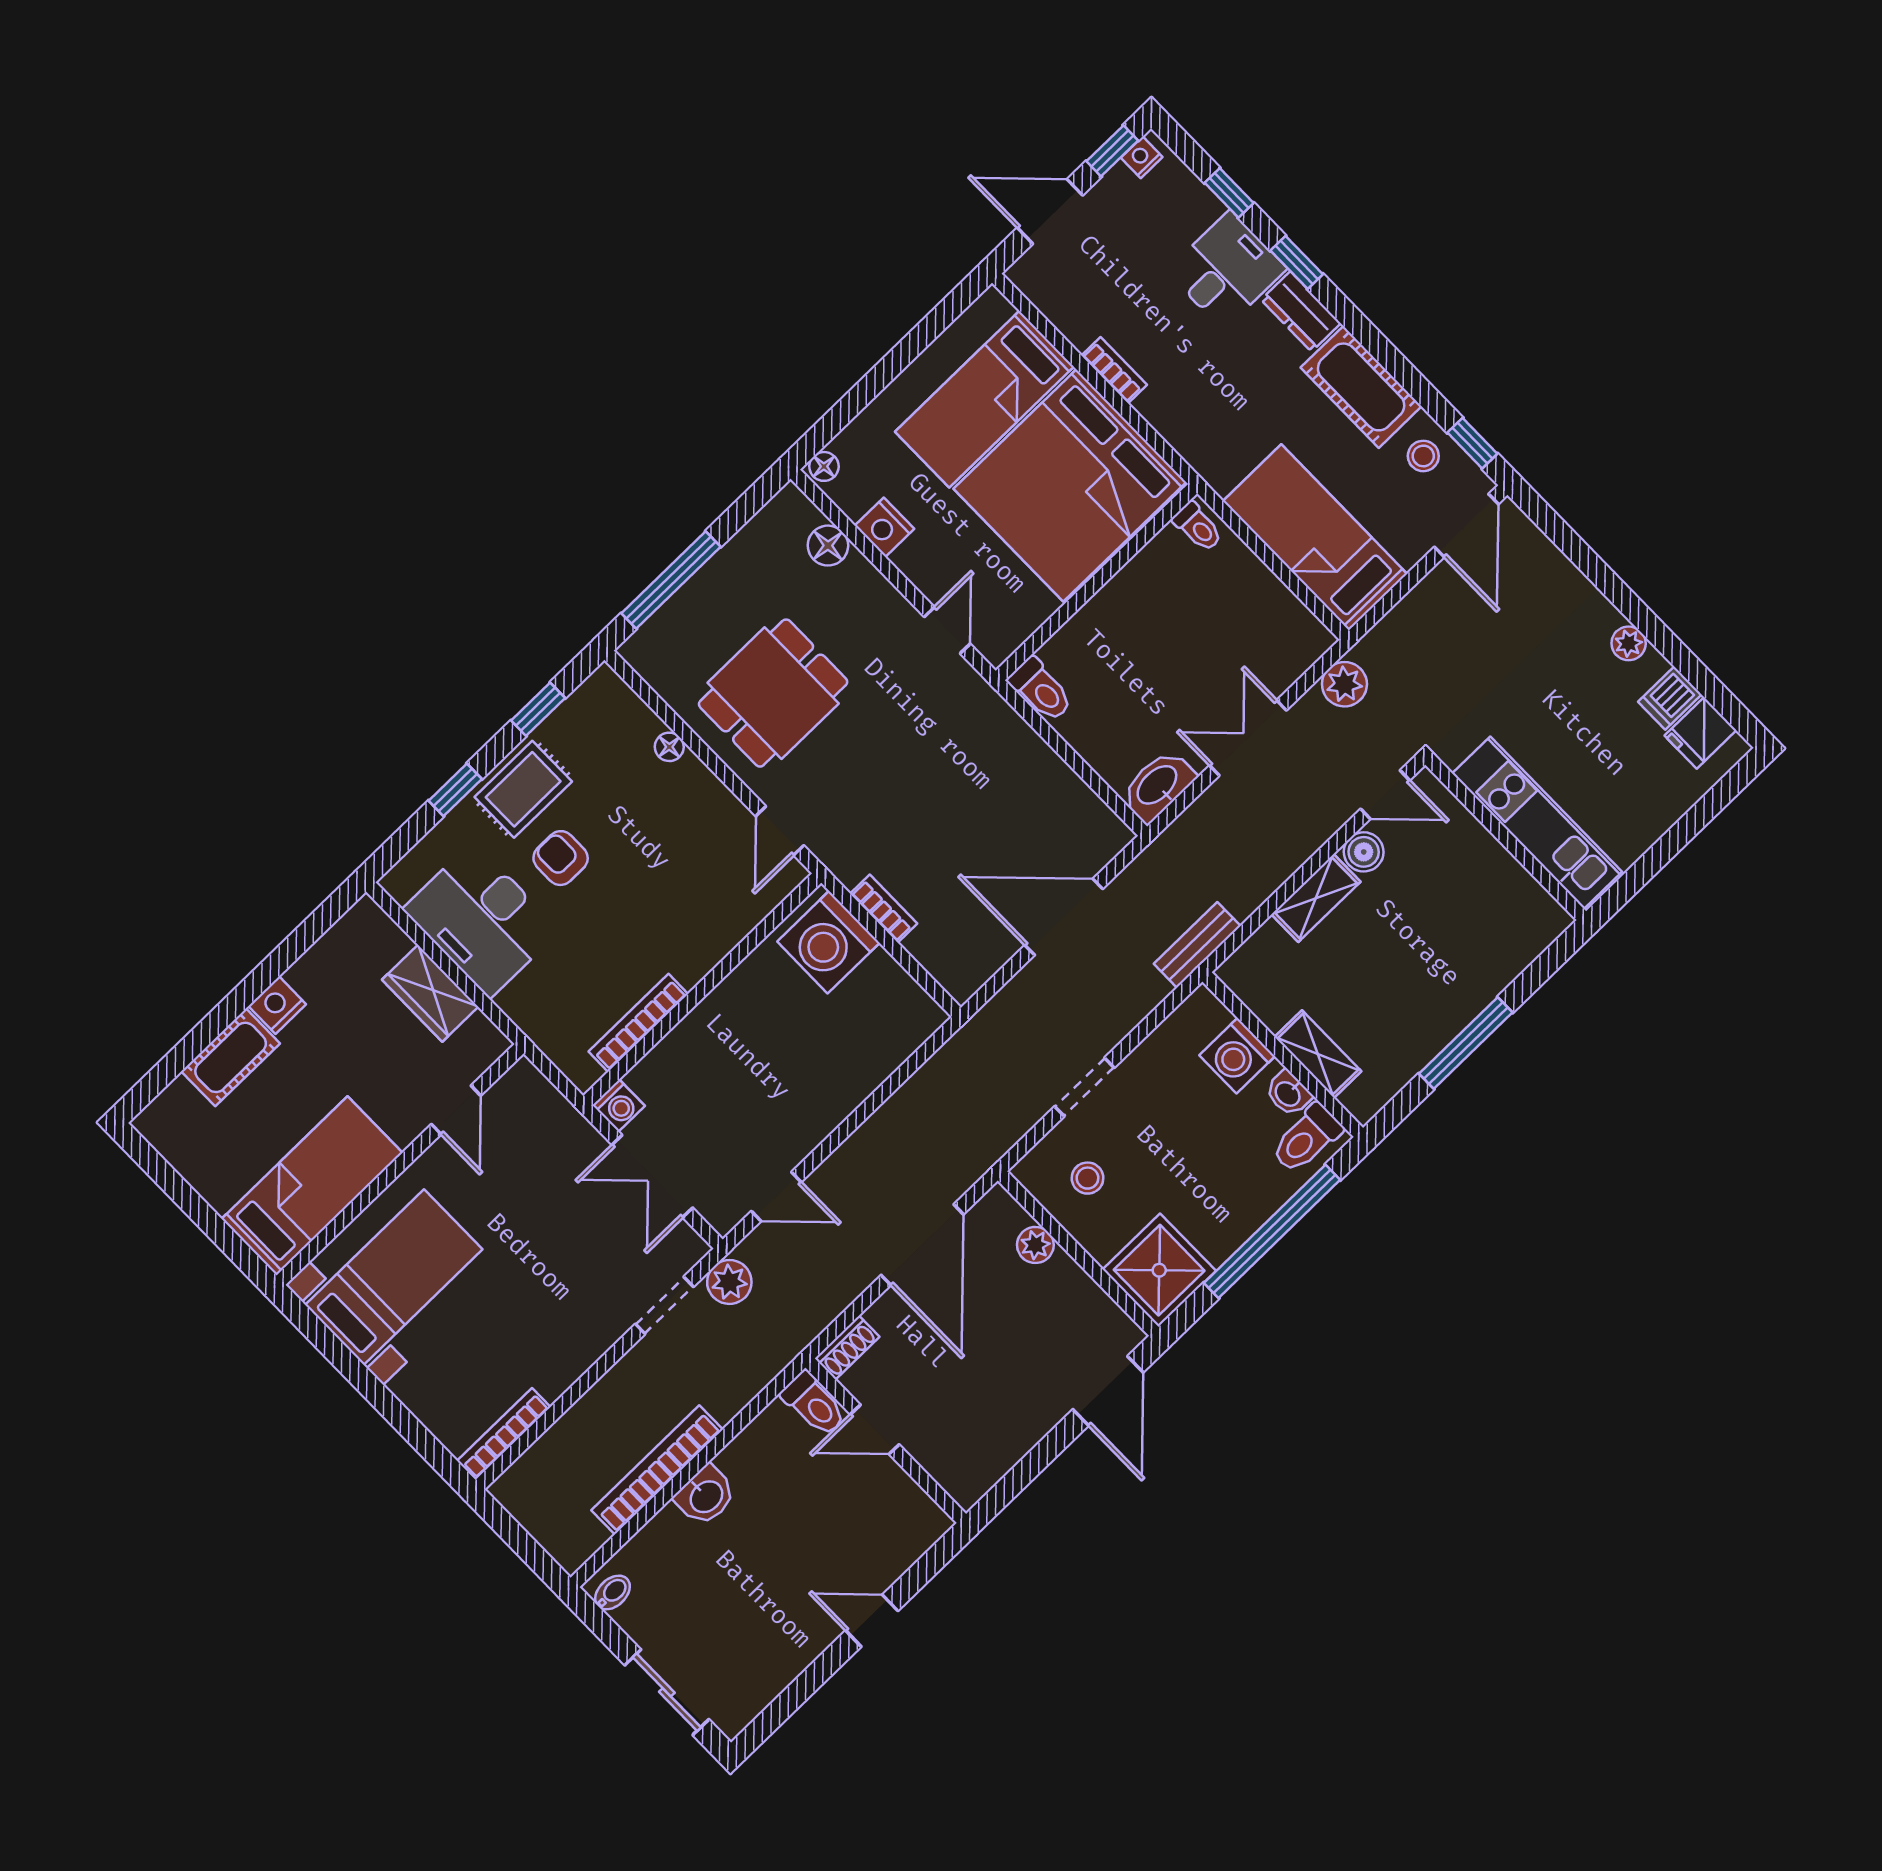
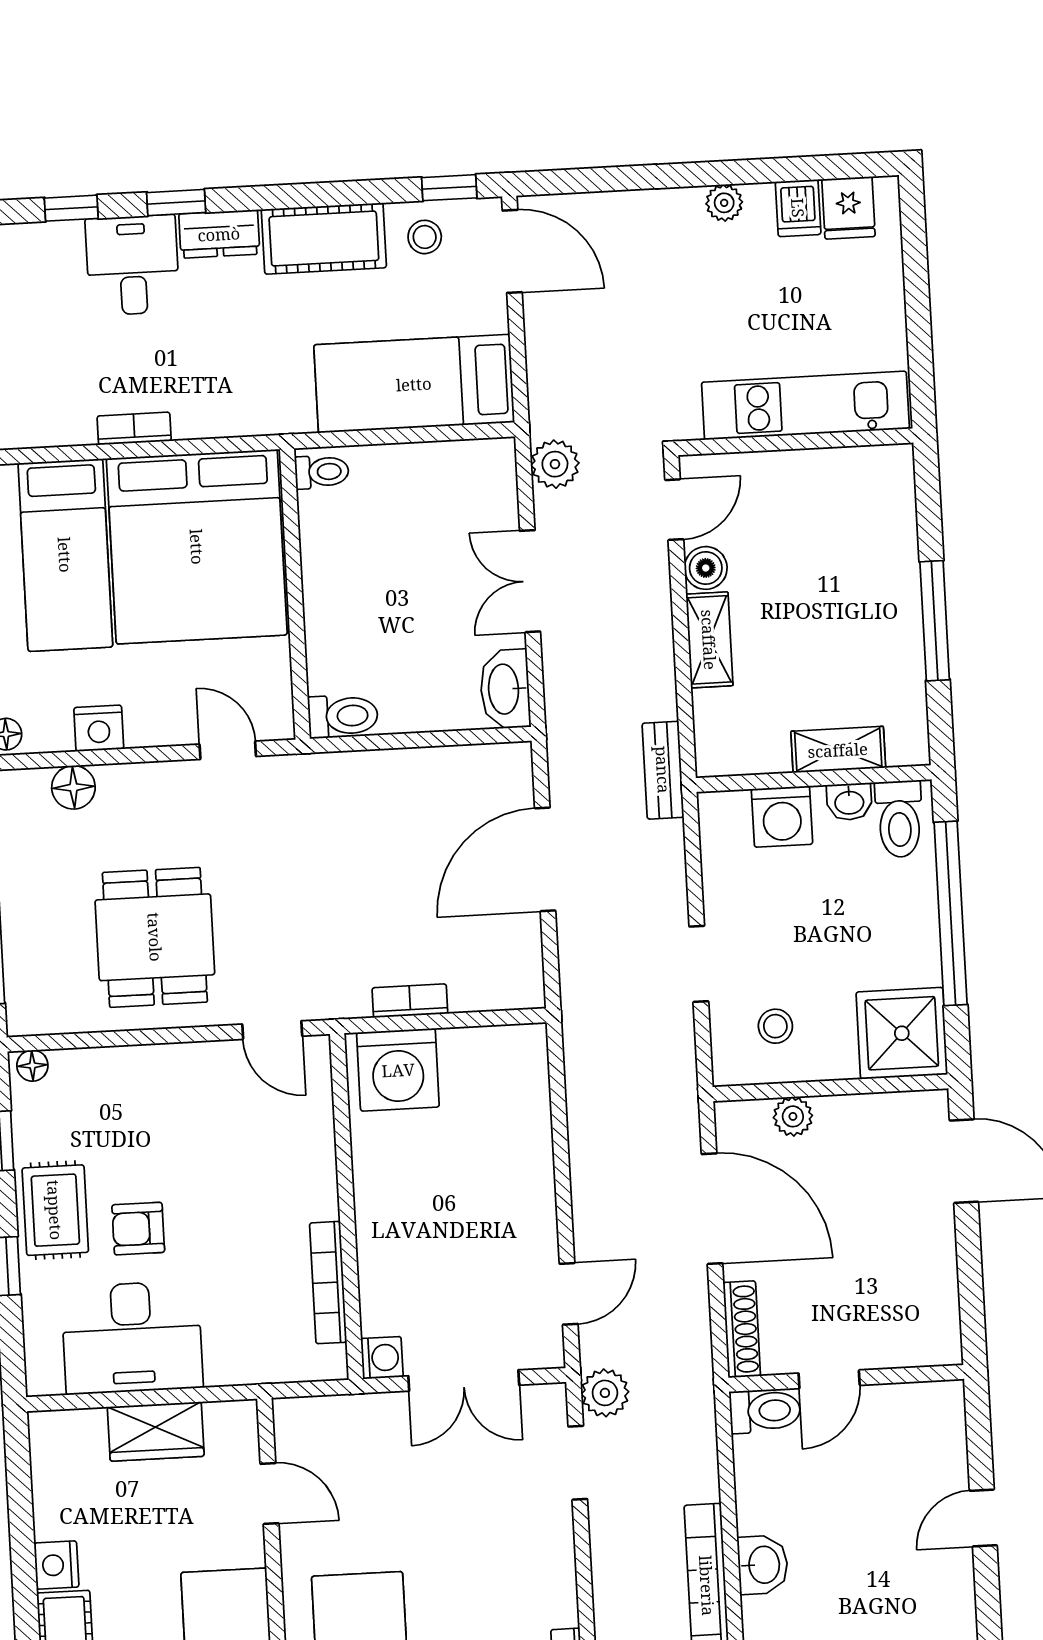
floor lamp: (669, 747) -> (32, 1066), moved
shoe rack: (847, 1348) -> (742, 1329), width x1.43

